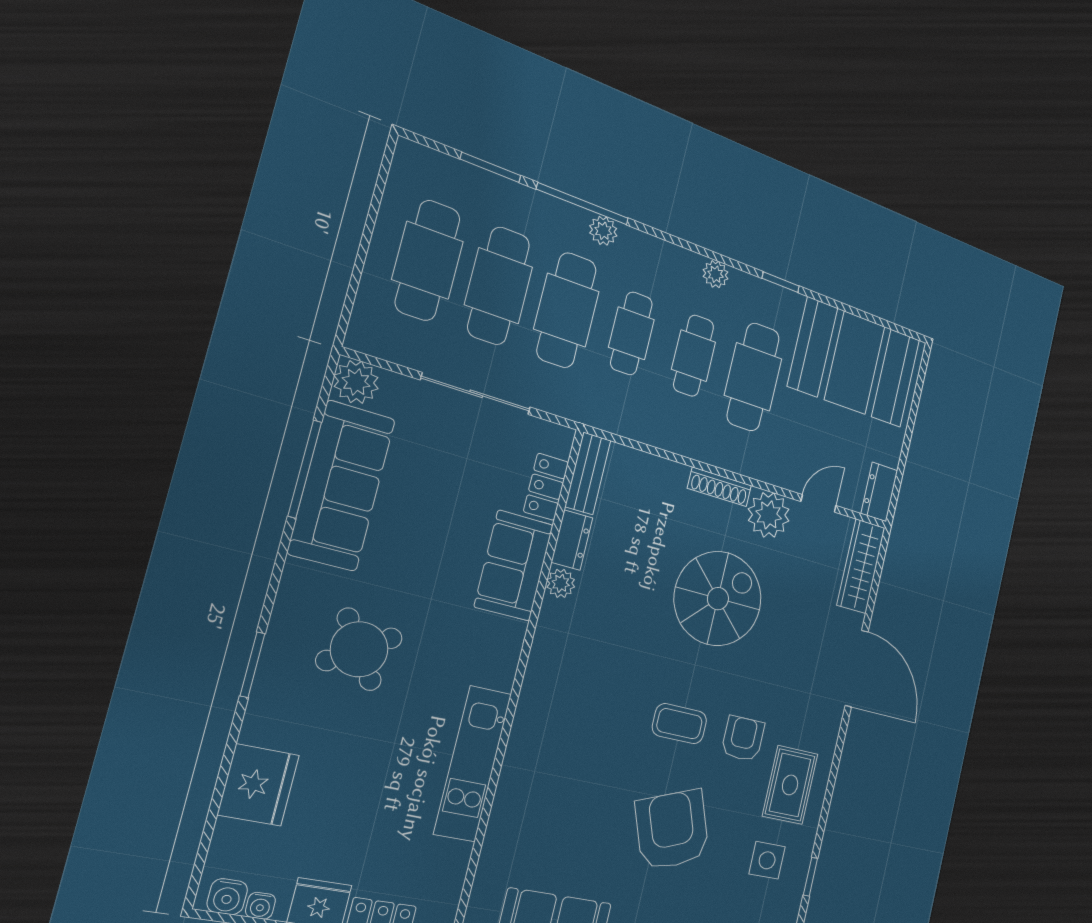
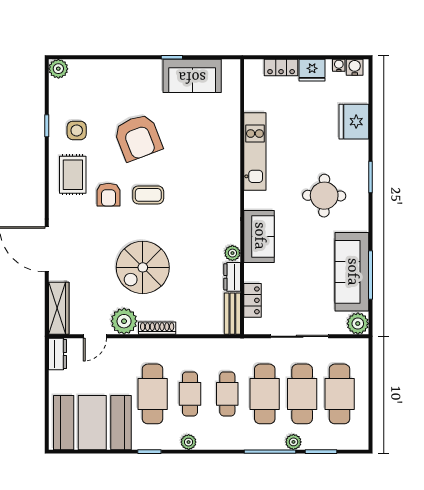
plant: (603, 231) -> (293, 442), moved
sofa: (514, 566) -> (259, 236), moved
round table: (359, 649) -> (324, 196), turned 34

